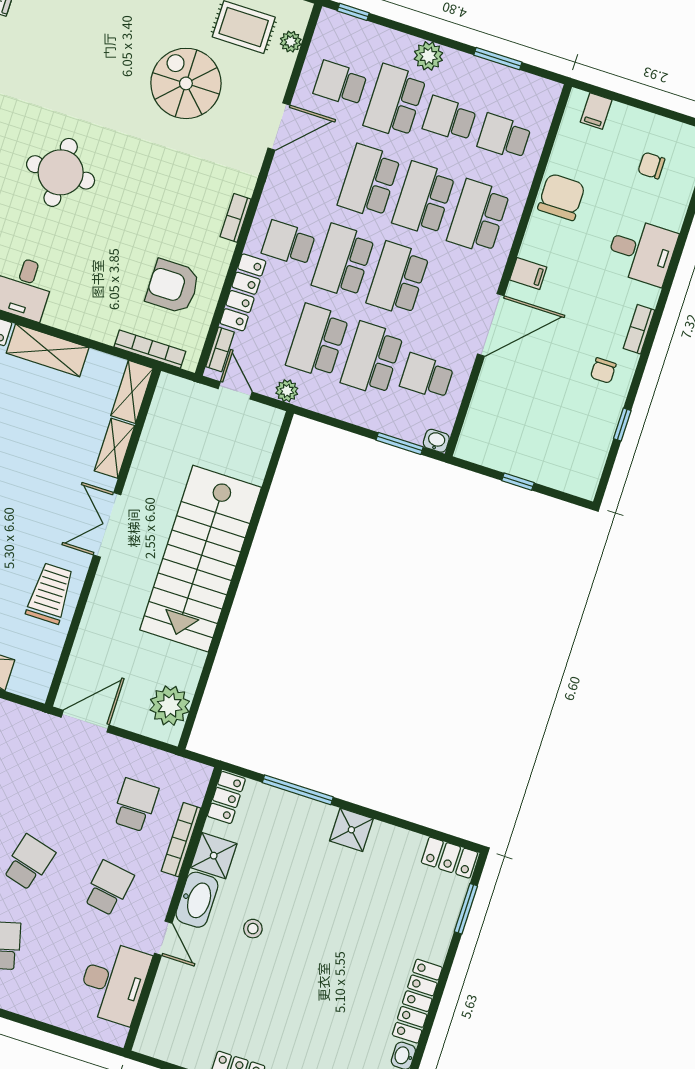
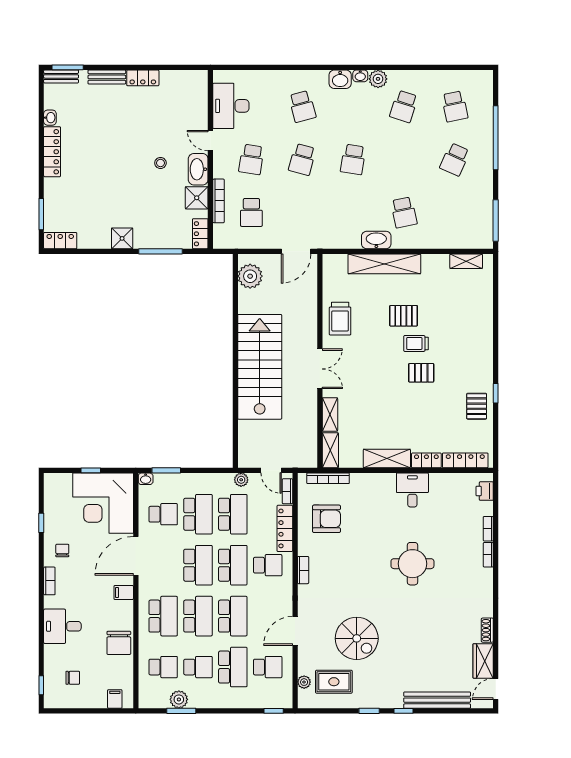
plant: (428, 56) -> (179, 699), moved
corner desk: (515, 424) -> (103, 503), added

